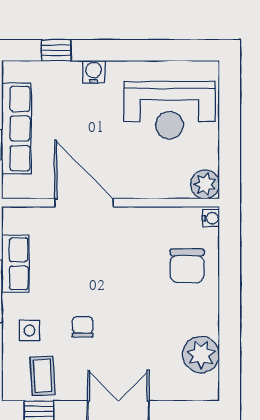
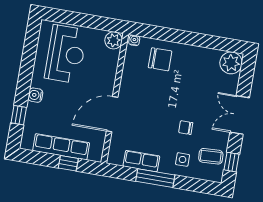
plant: (201, 355) -> (231, 63), moved

